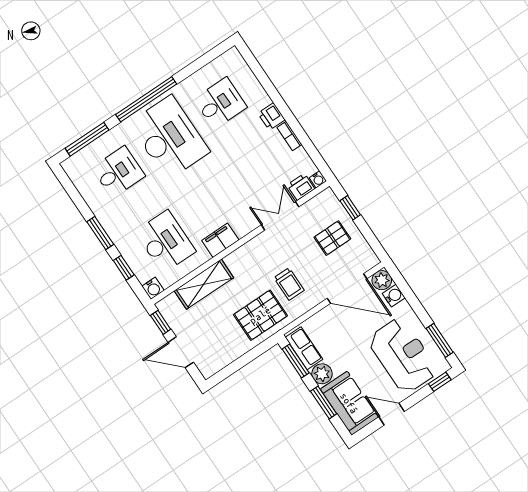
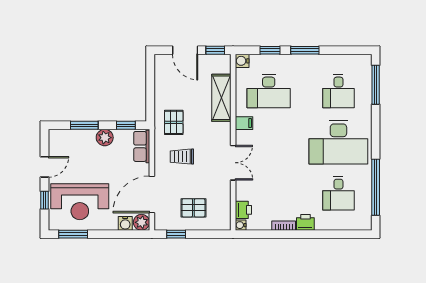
window: (146, 99) -> (376, 187), moved
window: (350, 208) -> (176, 234), moved
double door: (280, 216) -> (233, 163), moved
pallet: (332, 238) -> (193, 208), turned 90
filing cabinet: (220, 240) -> (244, 123), width x0.50
pallet: (260, 315) -> (174, 122), width x0.67, depth x0.71
row of seats: (304, 348) -> (142, 146), moved, turned 90
door: (181, 352) -> (185, 50), swing flipped
window: (296, 361) -> (126, 125), width x0.67
window: (440, 382) -> (45, 200), moved
sofa: (349, 403) -> (72, 143), removed

